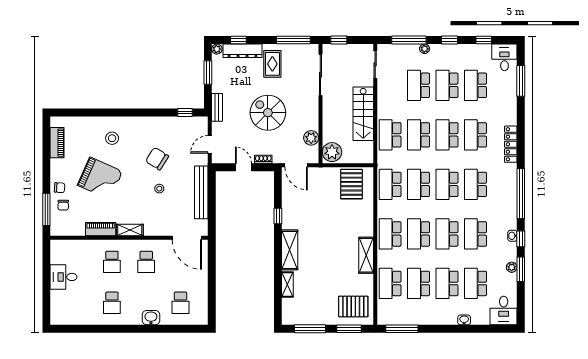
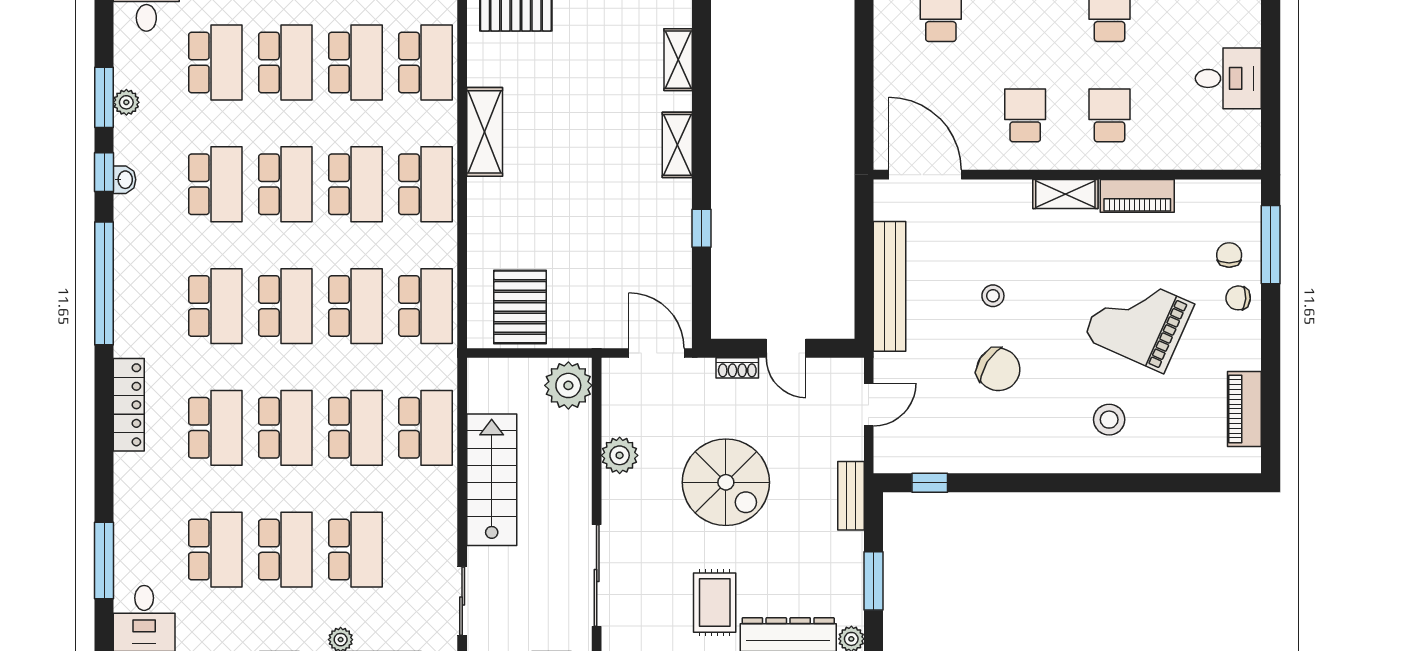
plant: (311, 138) -> (620, 455), moved
shelving: (290, 250) -> (677, 145), width x0.67, depth x0.75

